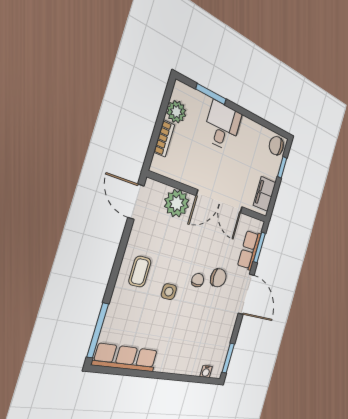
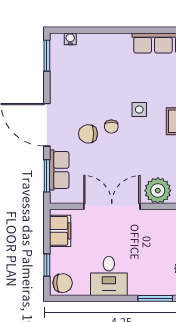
desk: (222, 126) -> (109, 276), moved

